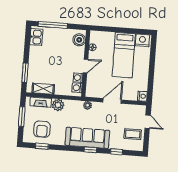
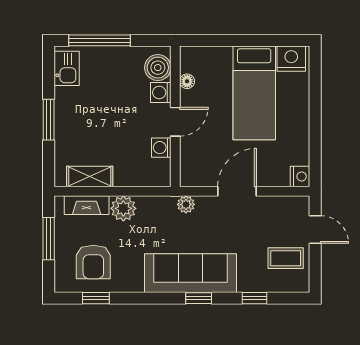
window: (25, 73) -> (49, 120), moved
washing machine: (77, 88) -> (161, 92), moved

